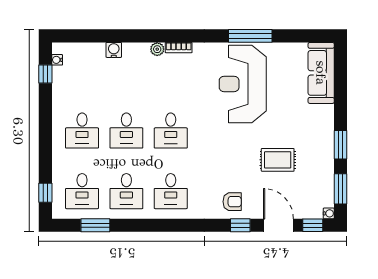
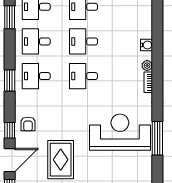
water cooler: (114, 50) -> (146, 45), moved
rug: (278, 160) -> (61, 160), width x1.36, depth x1.43
window: (176, 225) -> (10, 81), added

